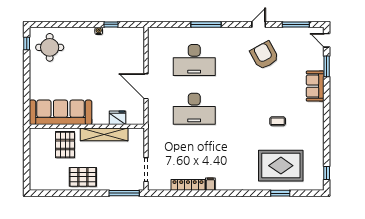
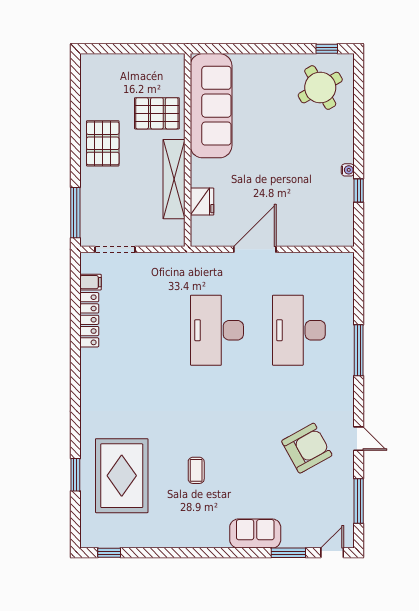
round table: (50, 47) -> (320, 88), turned -30
filing cabinet: (210, 184) -> (91, 282), moved

